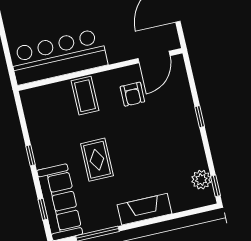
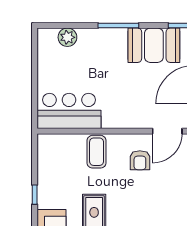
bar counter: (58, 57) -> (69, 111), width x0.73

